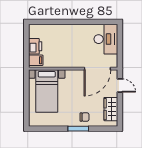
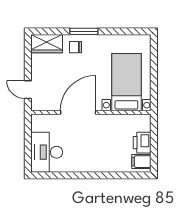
filing cabinet: (36, 60) -> (141, 162), moved
door: (97, 69) -> (78, 112), moved
wardrobe: (111, 109) -> (47, 44), moved, turned 90

